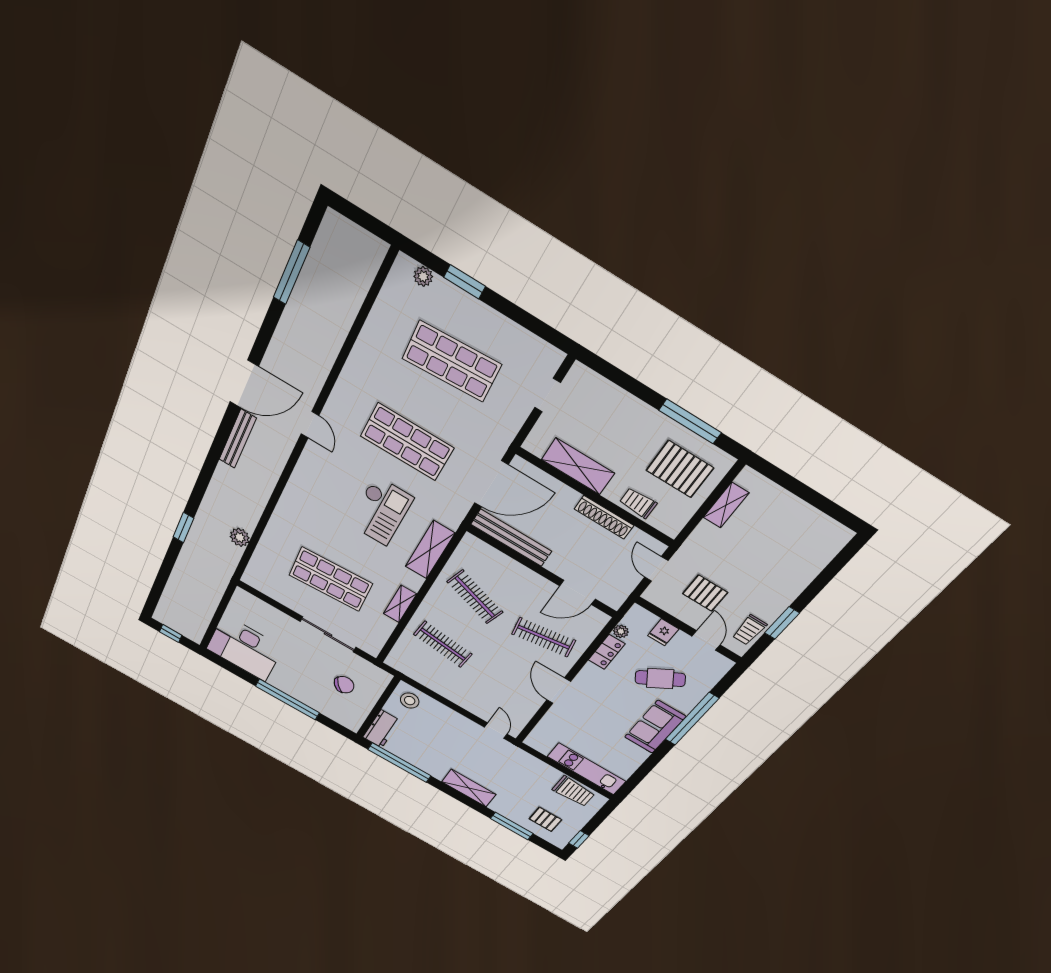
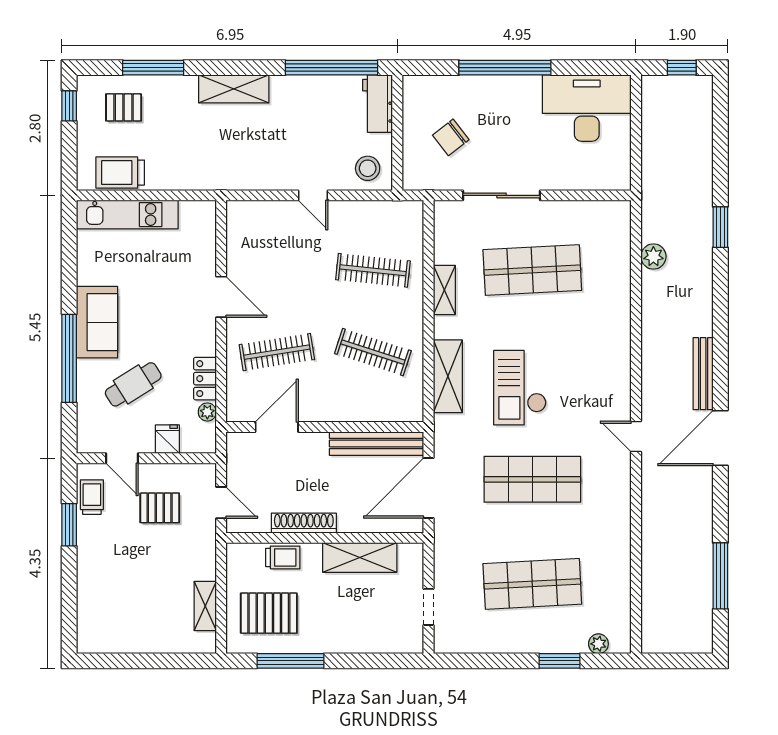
door: (496, 731) -> (313, 195), moved

